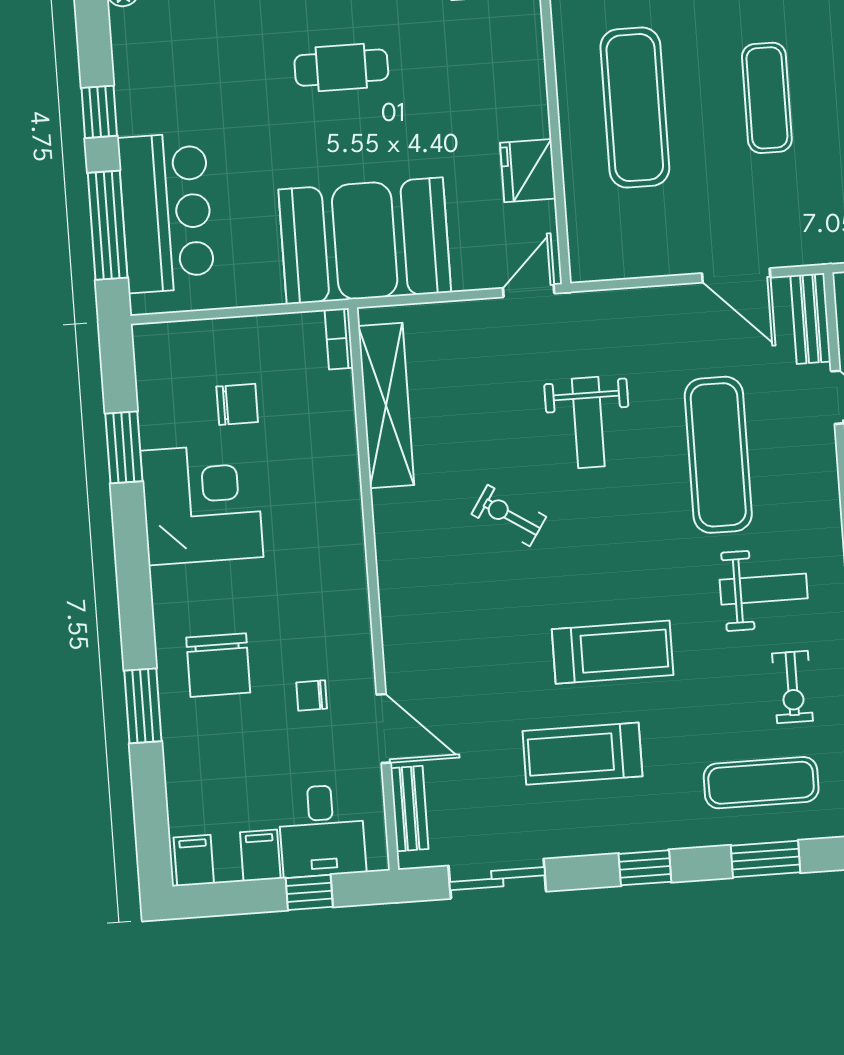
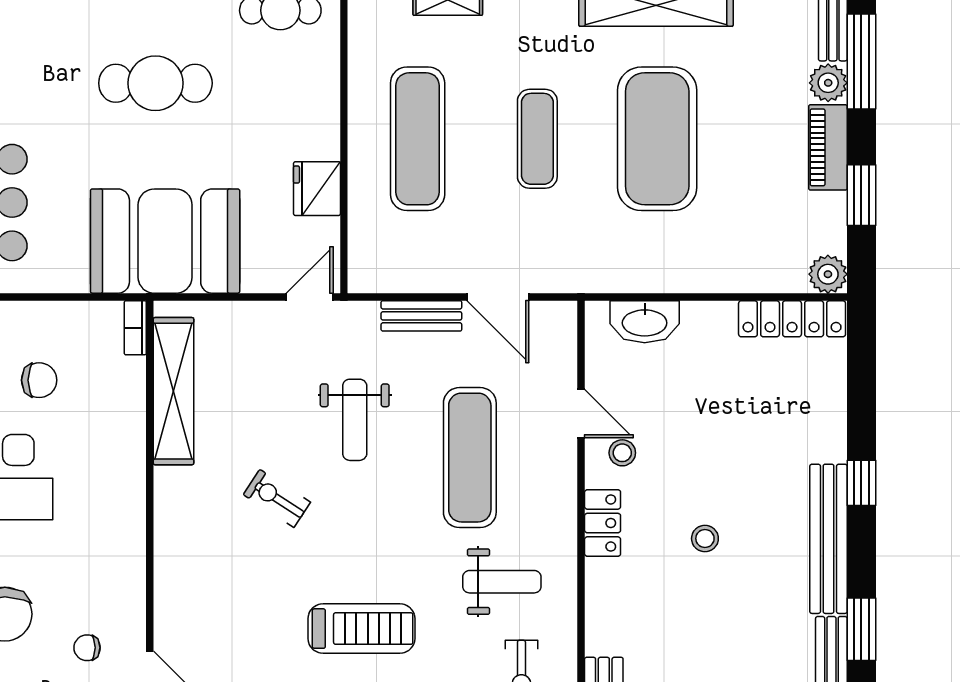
cafe table: (341, 68) -> (155, 83), width x1.37, depth x1.35
bench: (811, 319) -> (421, 316), moved, turned 90

